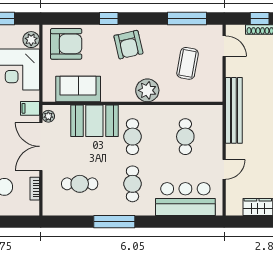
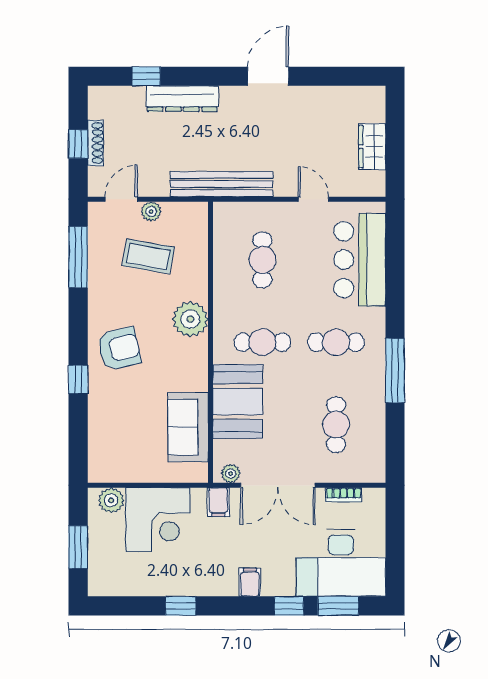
armchair: (66, 44) -> (118, 446), removed
plant: (216, 65) -> (151, 211), added
cafe table: (185, 137) -> (262, 260), turned 90

